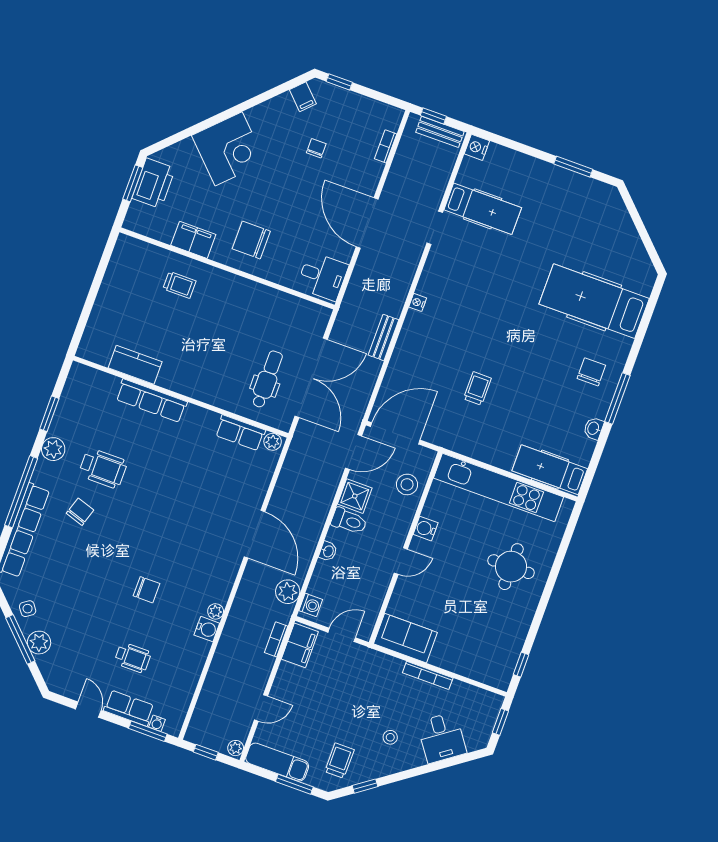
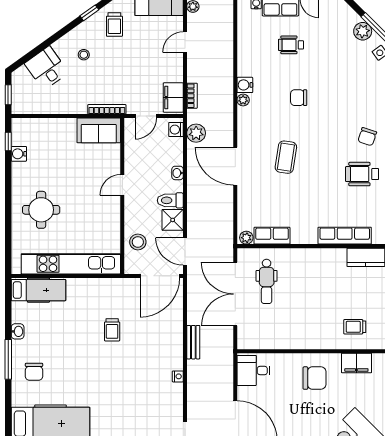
door: (354, 452) -> (185, 251), hinge flipped
coffee table: (189, 523) -> (286, 157), added
water cooler: (426, 529) -> (19, 154), moved, turned 180
bookcase: (428, 675) -> (107, 109), moved

